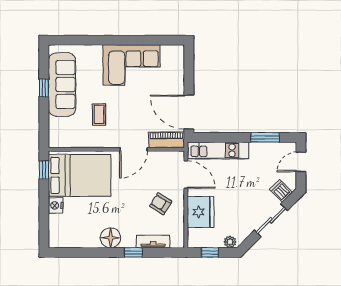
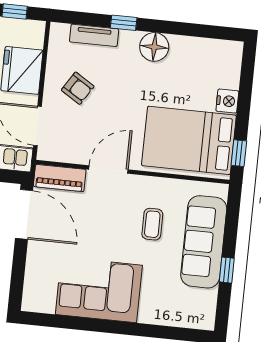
sofa: (62, 85) -> (204, 242), moved

